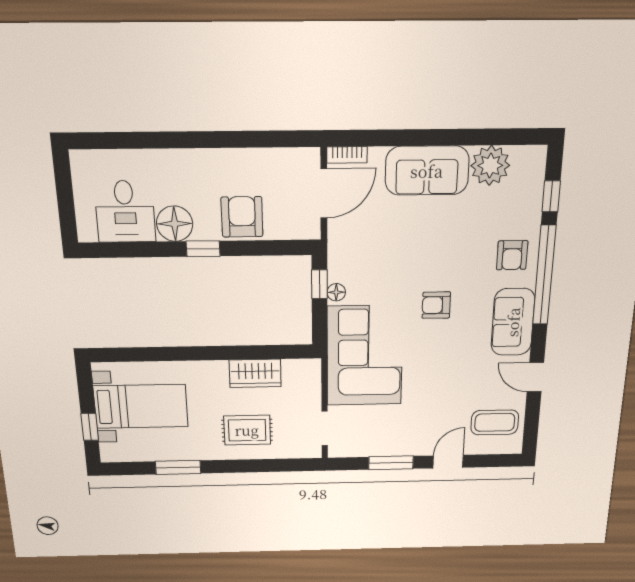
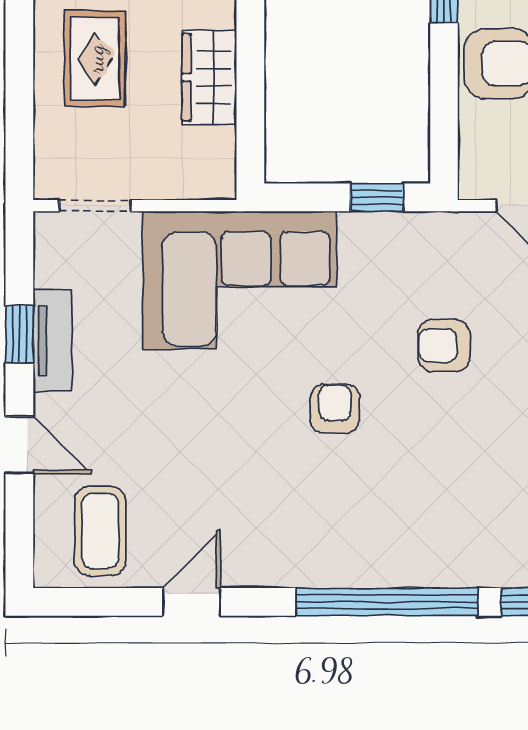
armchair: (512, 255) -> (444, 346), moved
floor lamp: (336, 292) -> (362, 227), removed
sofa: (513, 322) -> (300, 551), removed
tv unit: (395, 447) -> (52, 341), added
window: (391, 463) -> (19, 334), width x0.67

